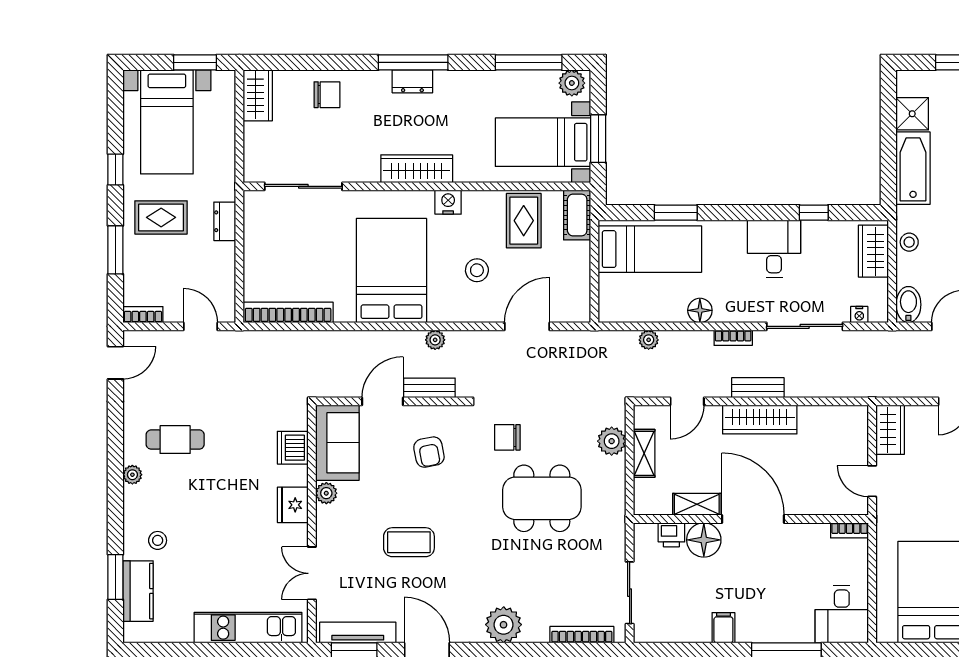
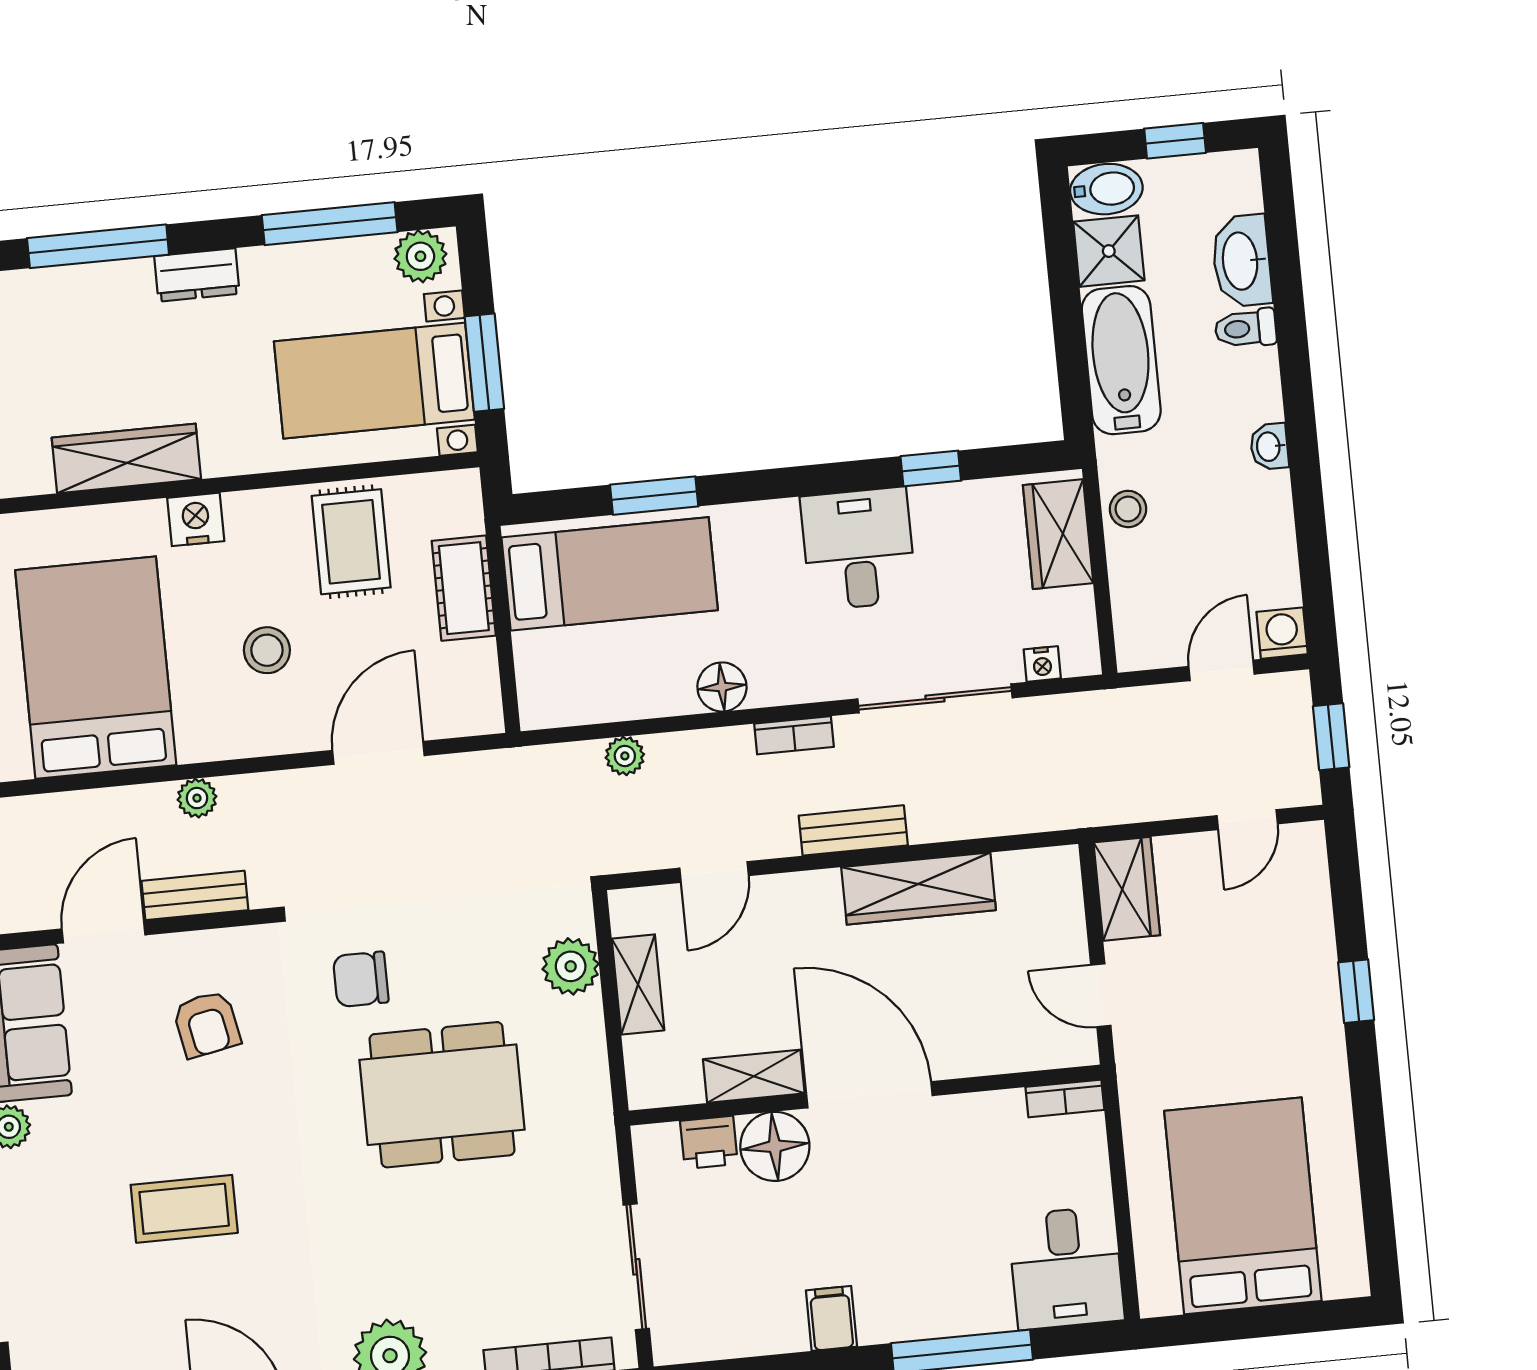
dresser: (412, 81) -> (197, 275), moved
cot: (577, 215) -> (464, 588), moved
bidet: (908, 305) -> (1106, 189), moved, turned 90
wardrobe: (760, 420) -> (919, 889), moved

